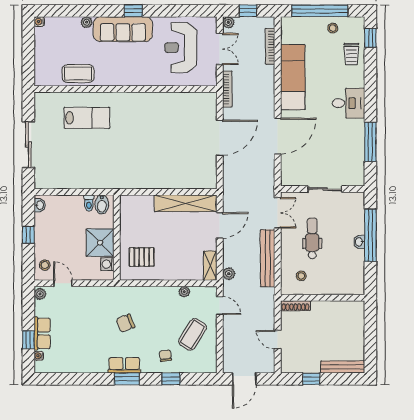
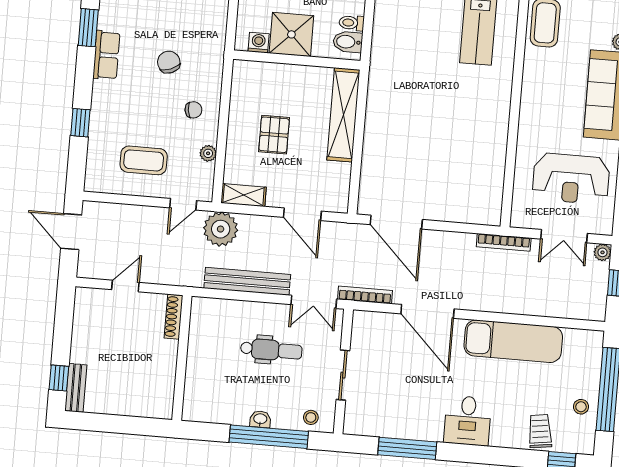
bookcase: (270, 46) -> (365, 295), moved
reception desk: (181, 48) -> (571, 179), turned 180
trolley: (351, 54) -> (540, 431), turned 82
door: (220, 138) -> (396, 222), moved
shelving: (186, 203) -> (343, 115), moved
pallet: (142, 257) -> (274, 135), moved
plant: (229, 274) -> (221, 229), width x1.88, depth x1.88
stool: (301, 276) -> (311, 417), moved
coffee table: (193, 334) -> (144, 160), turned -32
chair: (165, 356) -> (193, 110), moved
bench: (343, 367) -> (76, 388), width x0.73
window: (127, 379) -> (88, 28), moved
window: (311, 379) -> (59, 378), moved

